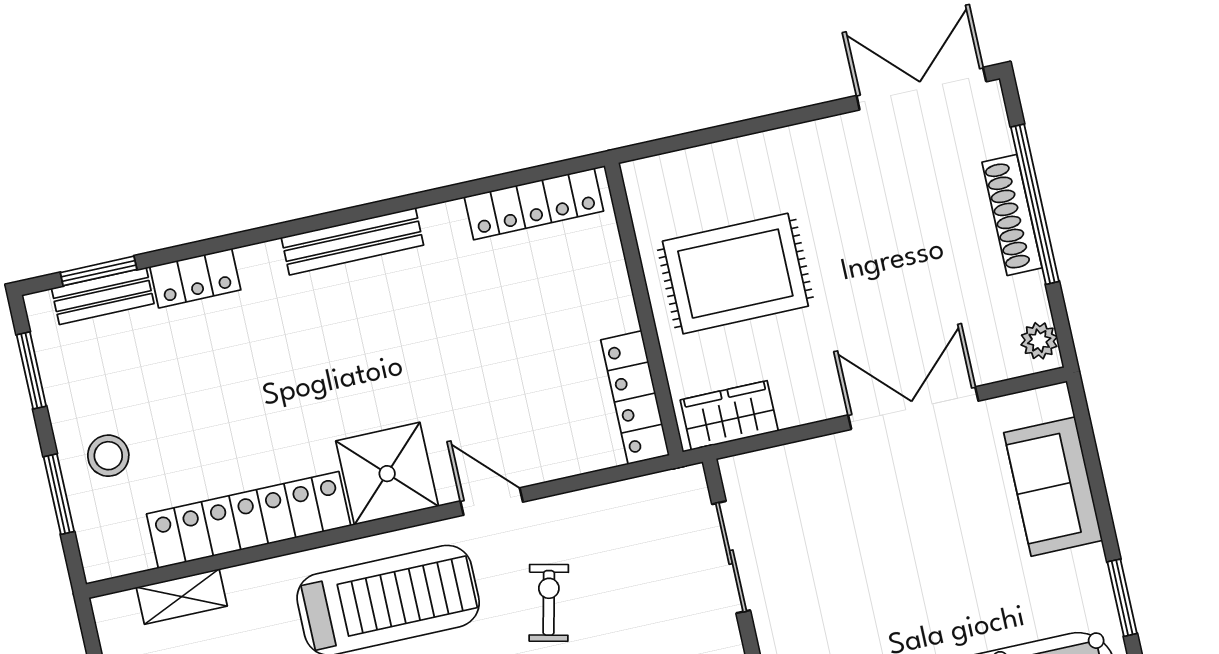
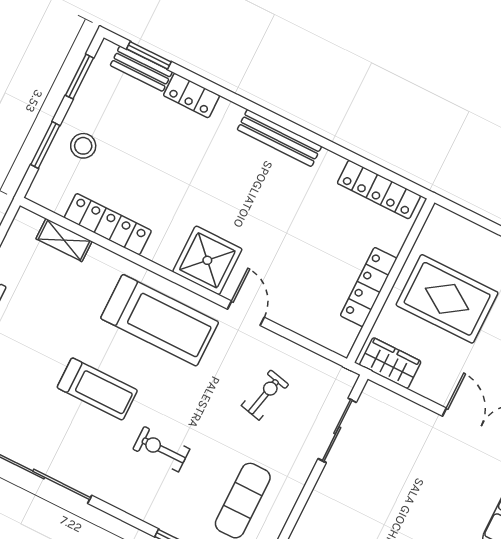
locker: (635, 398) -> (369, 287), moved
locker: (249, 520) -> (108, 224), width x0.71, depth x0.83
exercise bike: (549, 603) -> (265, 395), moved

